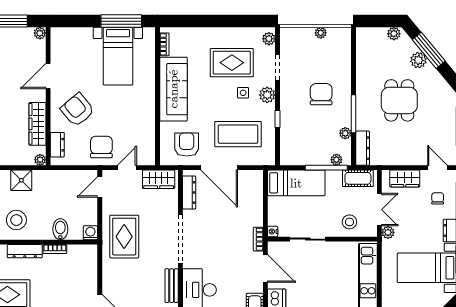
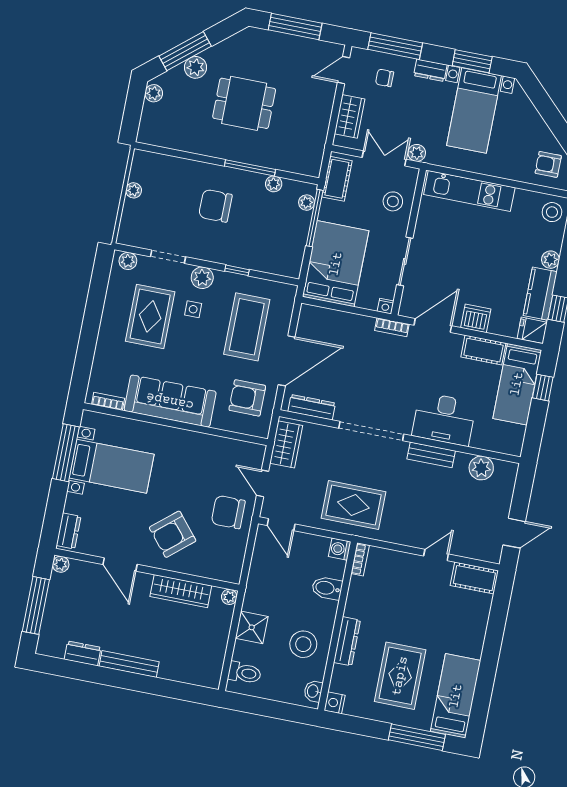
dresser: (57, 145) -> (68, 531), moved, turned 90
dresser: (363, 148) -> (298, 165), removed
bed: (296, 183) -> (336, 264), width x1.50
bookcase: (55, 249) -> (360, 559), moved

